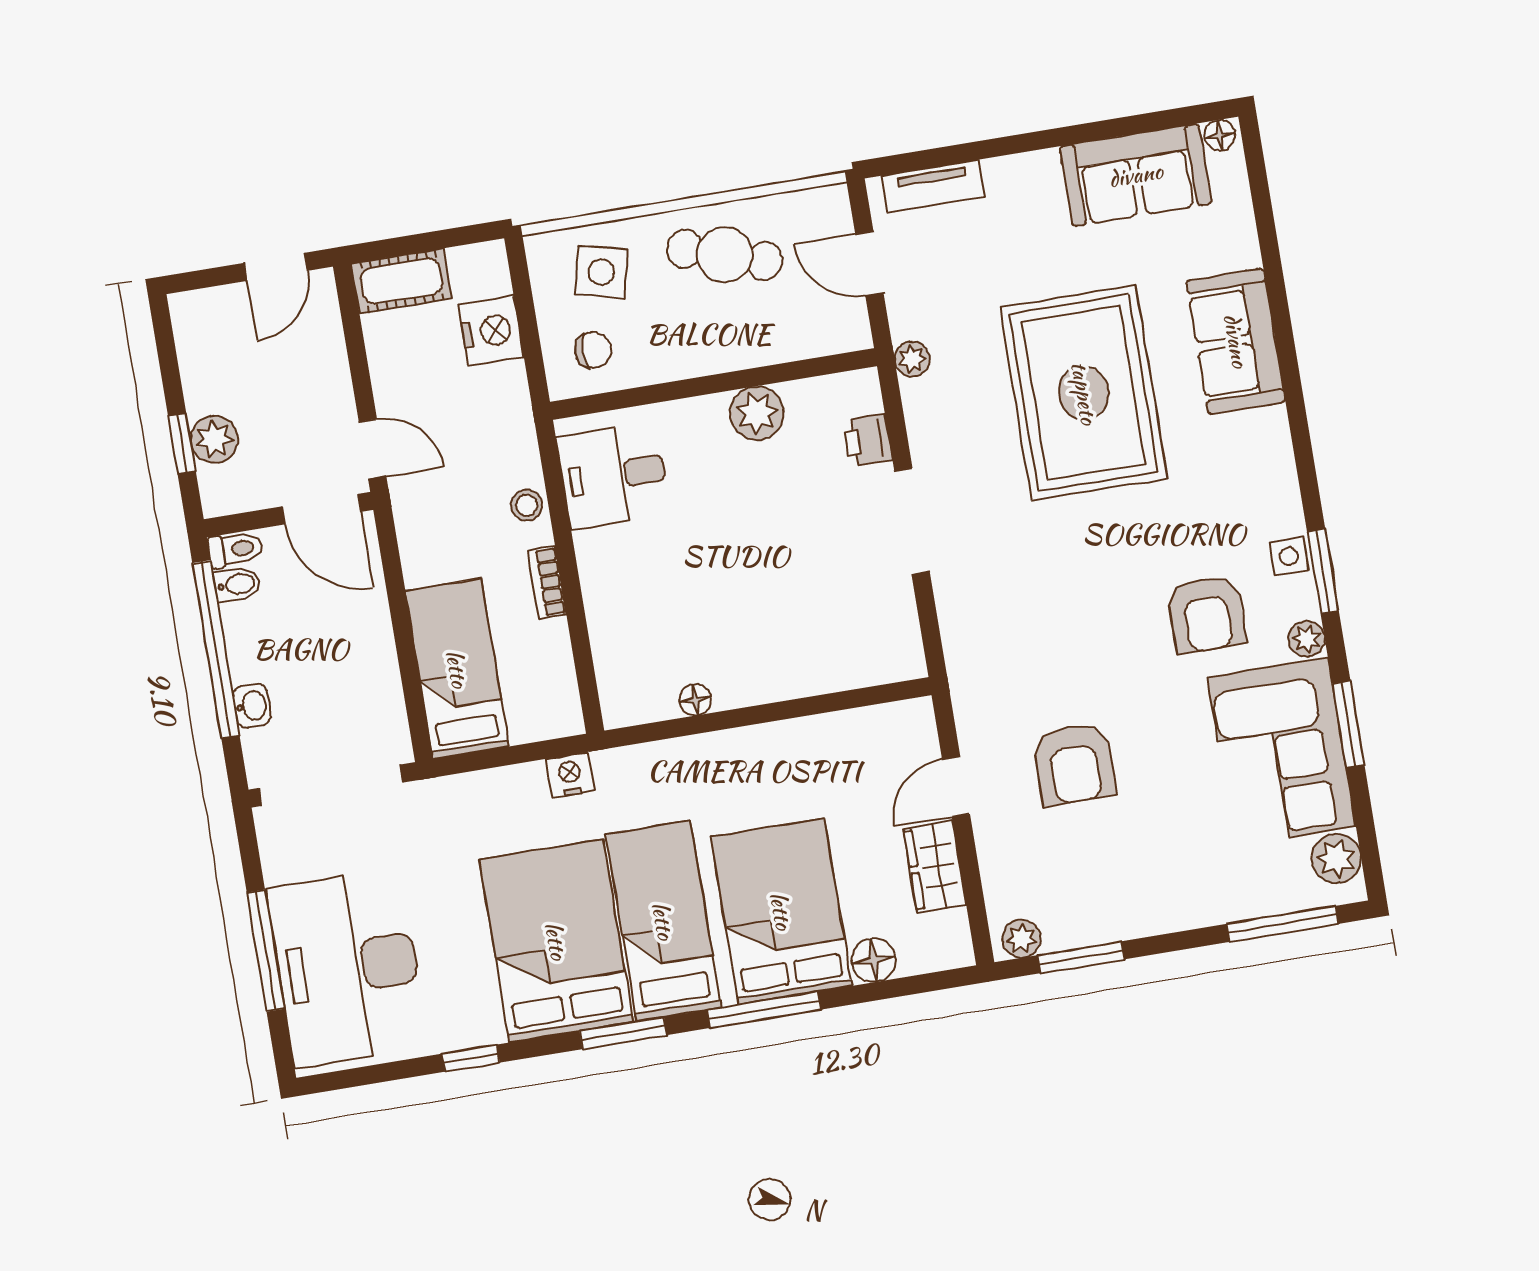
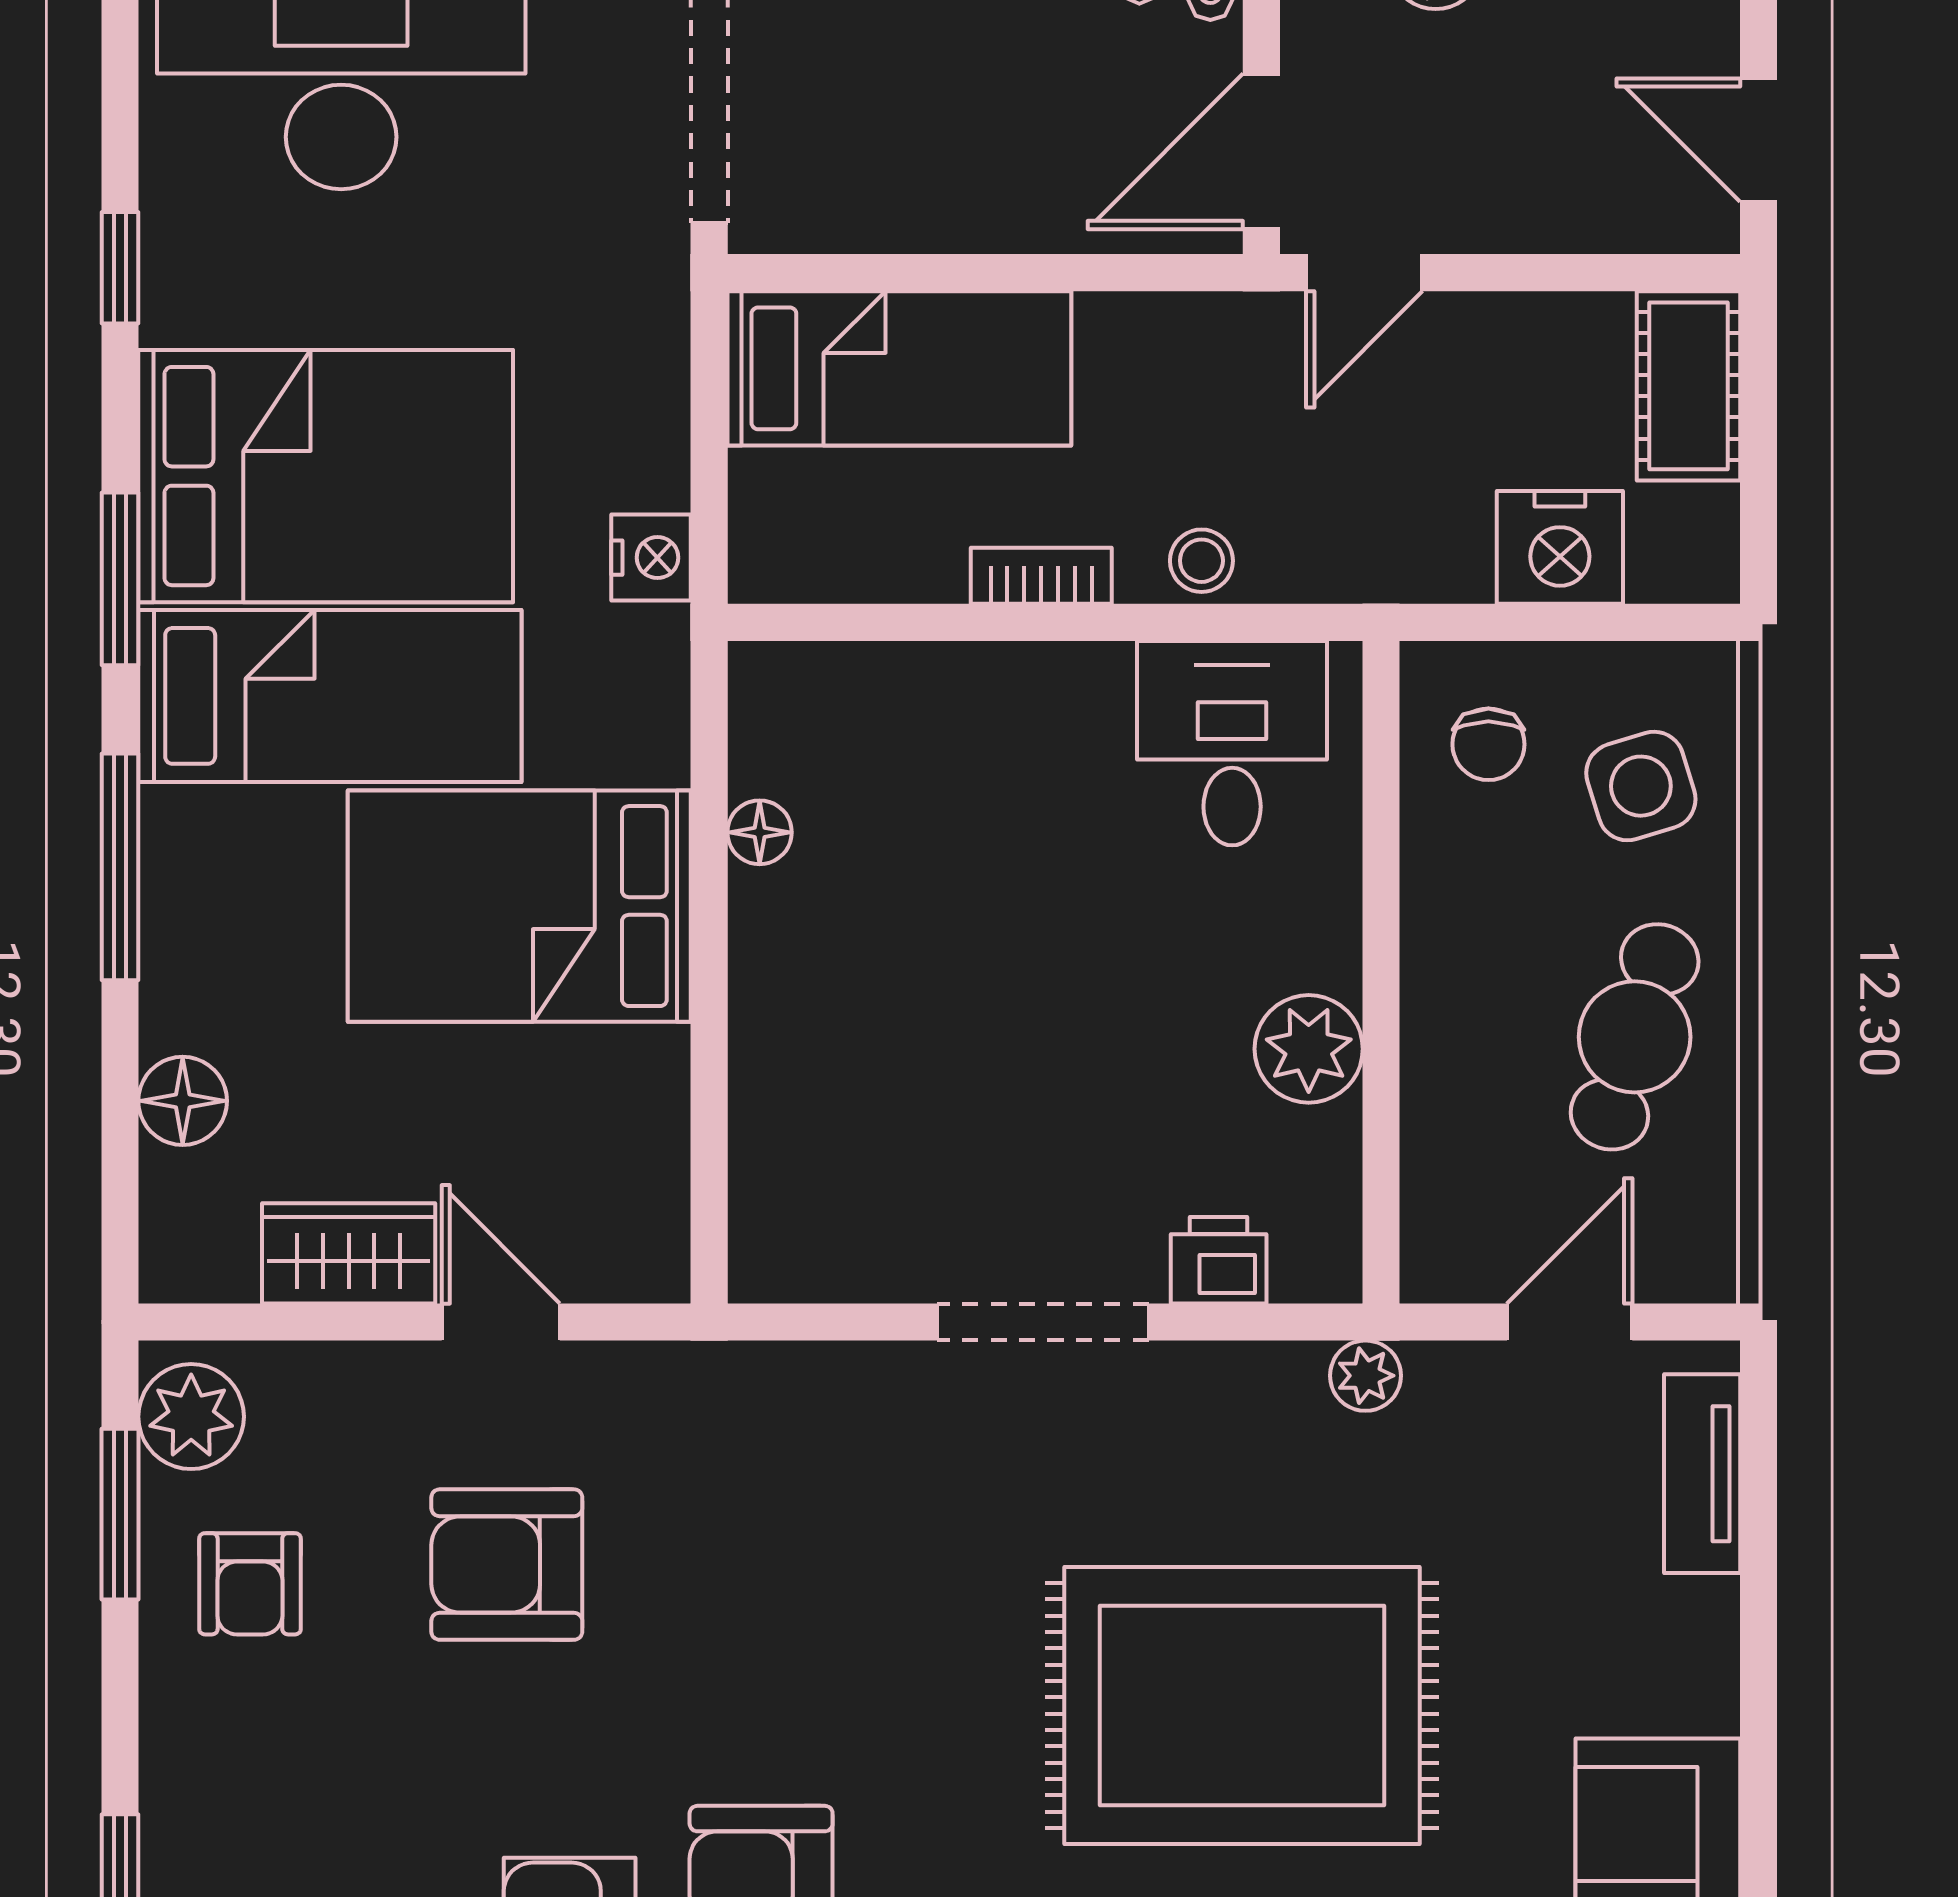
side table: (601, 272) -> (1641, 786), turned -30
armchair: (1104, 888) -> (250, 1584), added
bed: (781, 911) -> (519, 906), moved, turned 180
plant: (1021, 939) -> (191, 1417), width x1.38, depth x1.38

